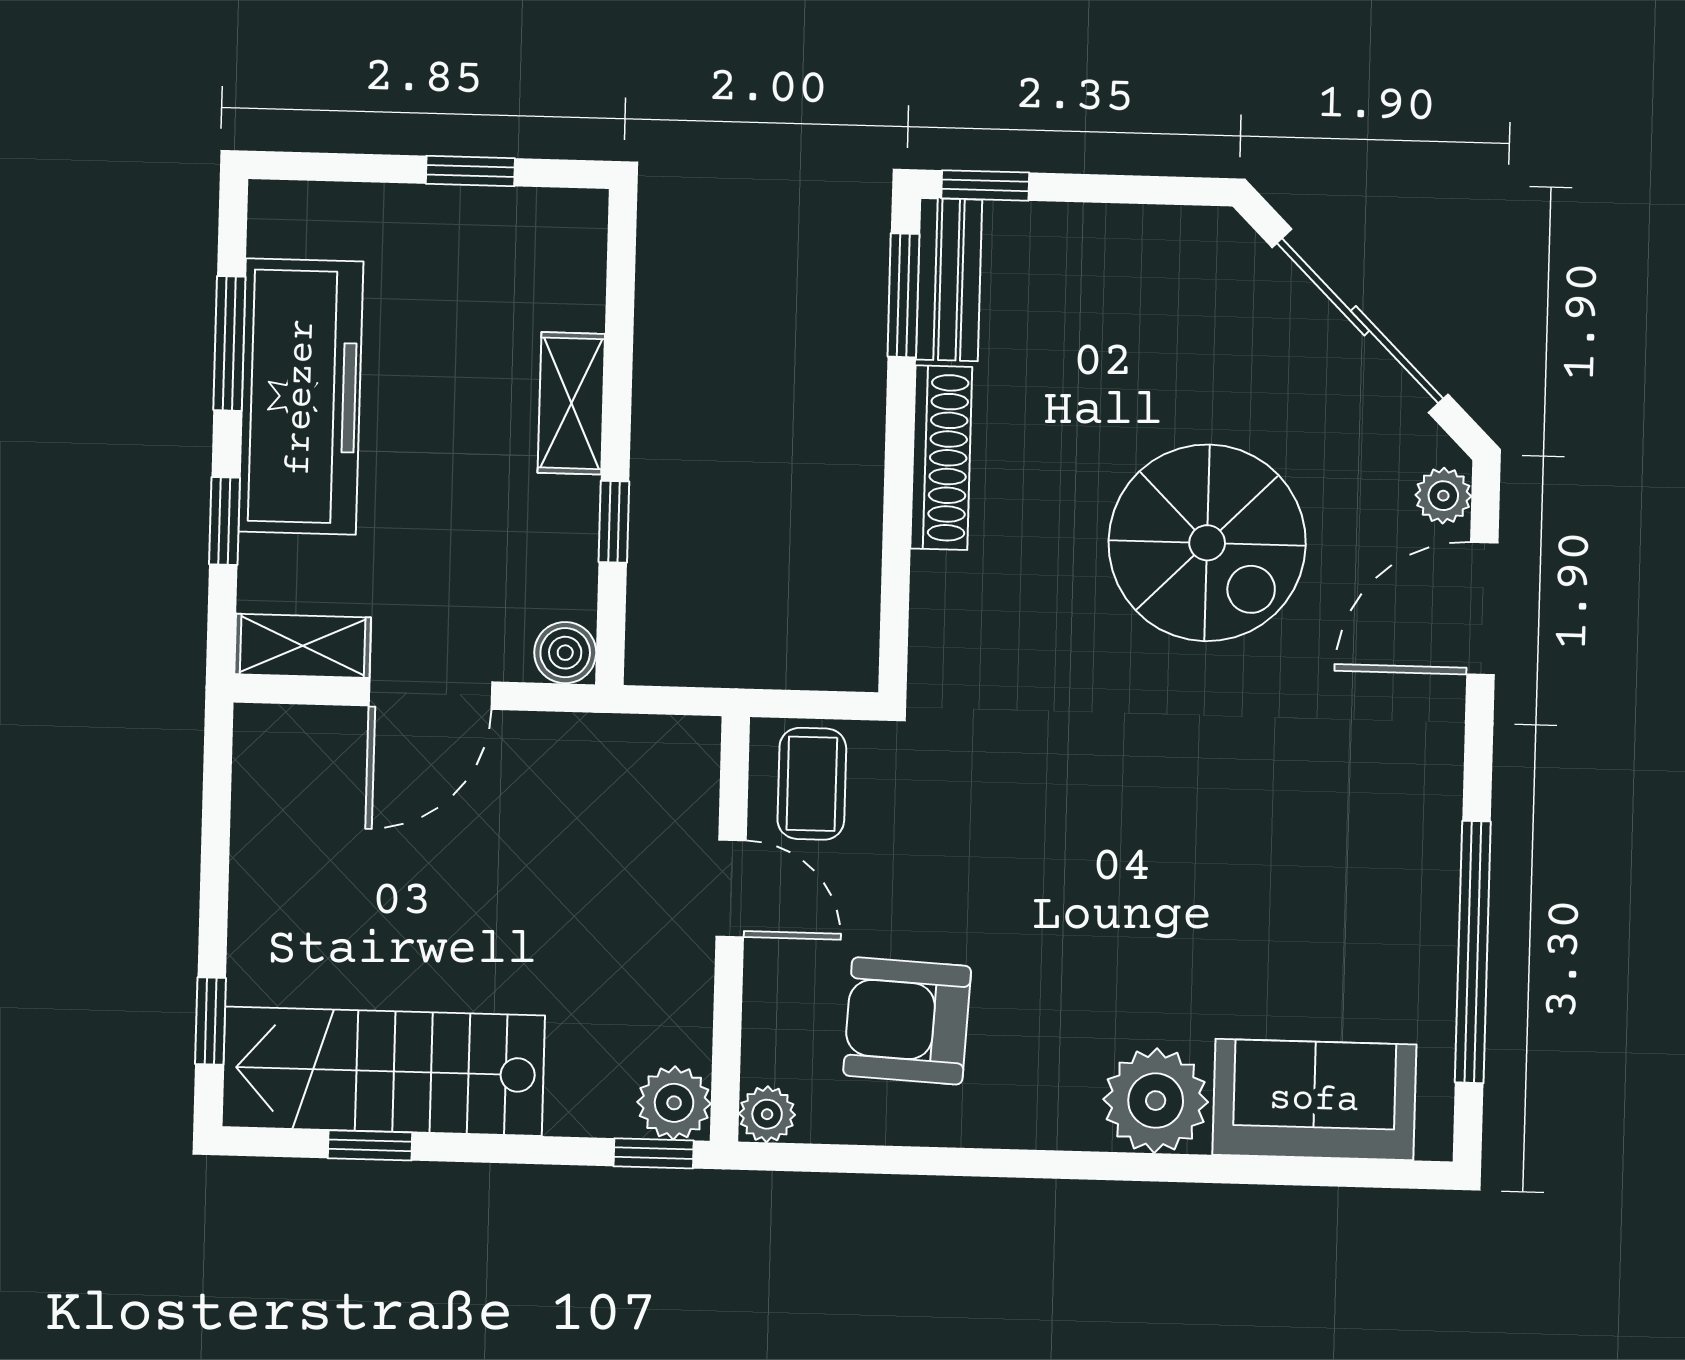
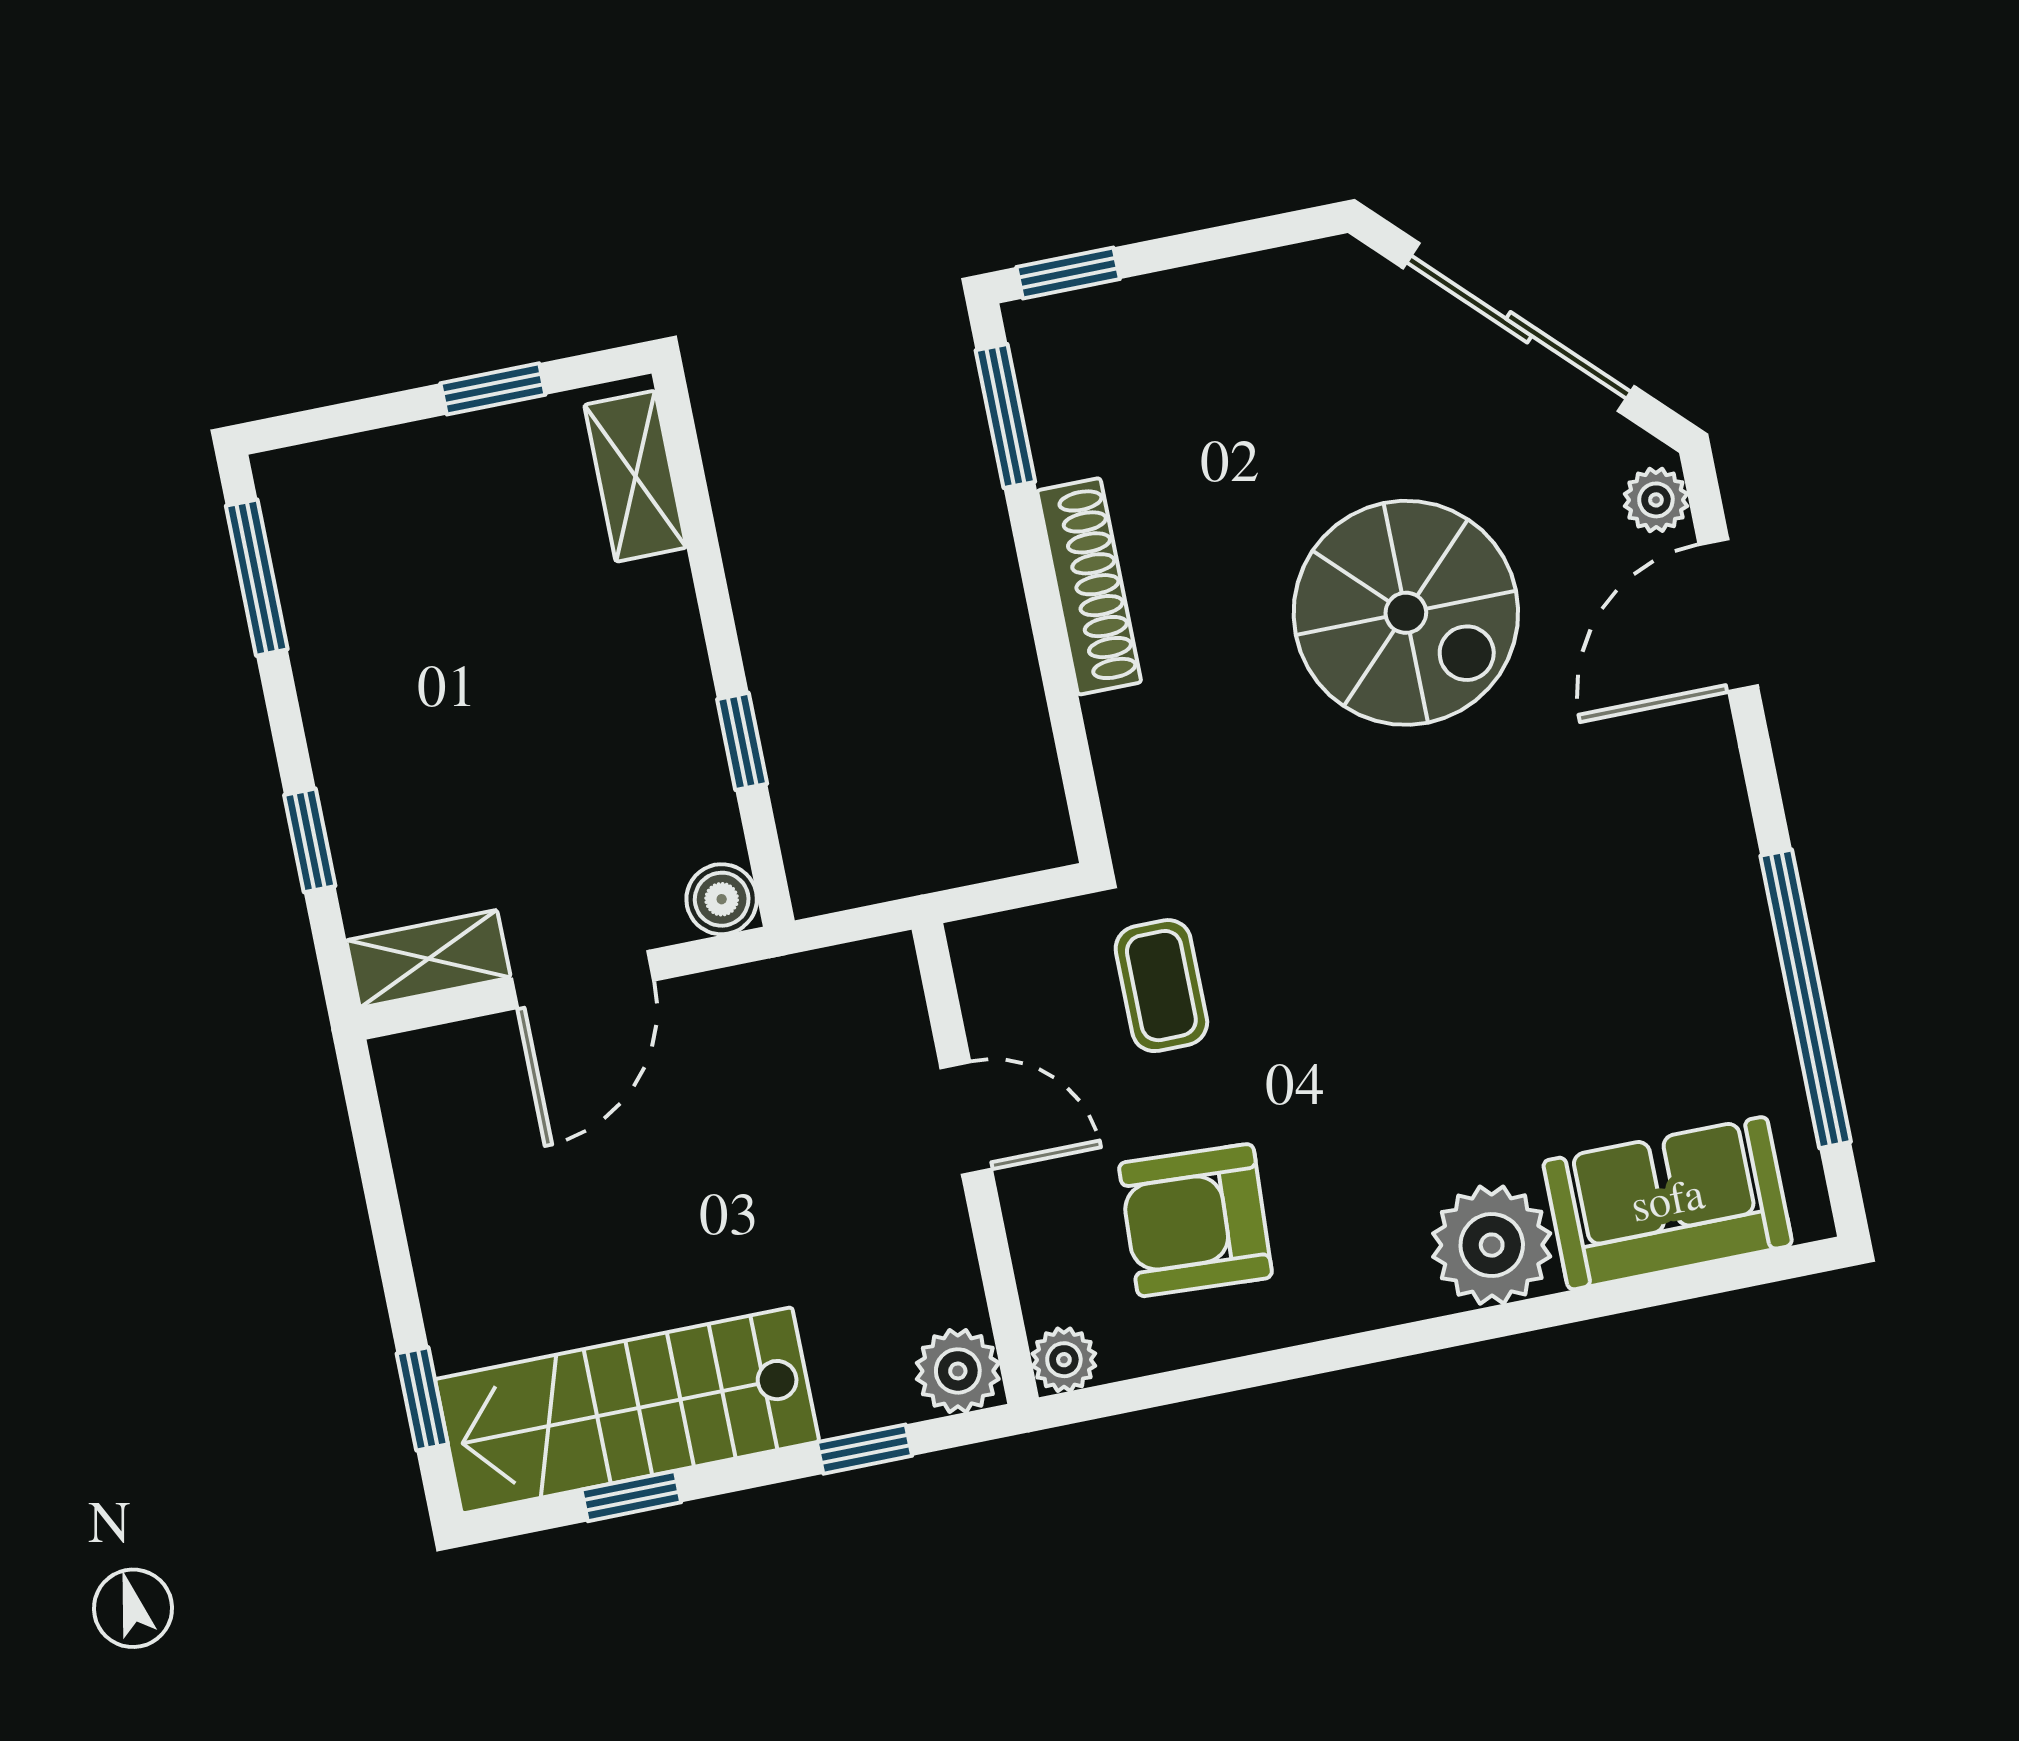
bench: (949, 280) -> (1052, 387), removed
window: (229, 343) -> (257, 578), moved
freezer: (301, 397) -> (363, 683), removed
shelving: (571, 403) -> (635, 476), moved
coffee table: (812, 784) -> (1161, 986), moved
window: (654, 1153) -> (865, 1449), moved

